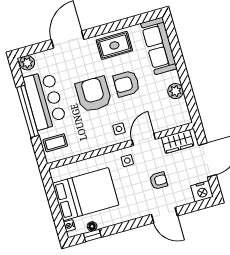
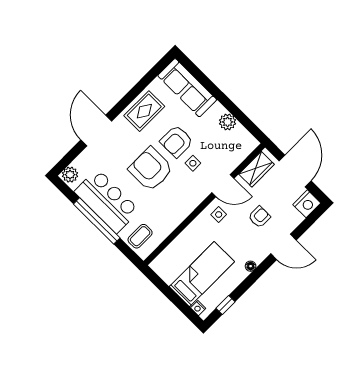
side table: (119, 129) -> (193, 163), moved
door: (144, 139) -> (223, 186), swing flipped
bed: (86, 194) -> (202, 274), width x0.67
floor lamp: (92, 226) -> (251, 266), moved

